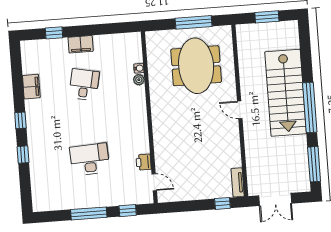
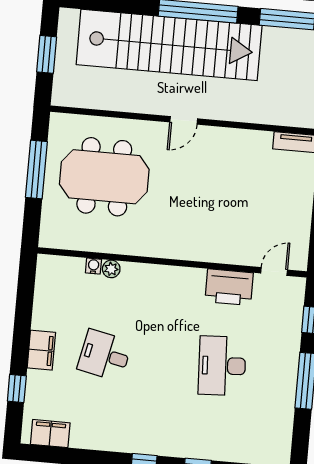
filing cabinet: (31, 87) -> (50, 434), moved
stairs: (286, 93) -> (169, 45), width x1.36
printer: (144, 162) -> (229, 287), width x1.87, depth x1.48

